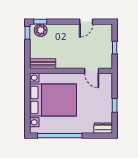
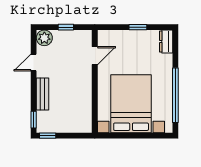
door: (86, 22) -> (34, 63), swing flipped
plant: (41, 30) -> (44, 38), moved
bench: (43, 64) -> (43, 94), moved

